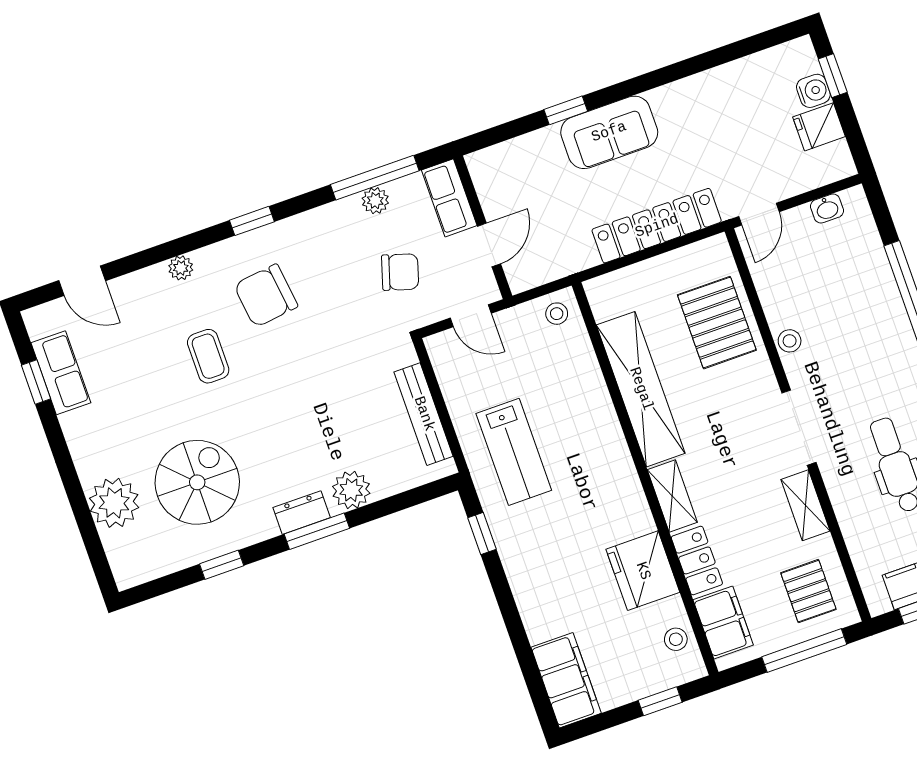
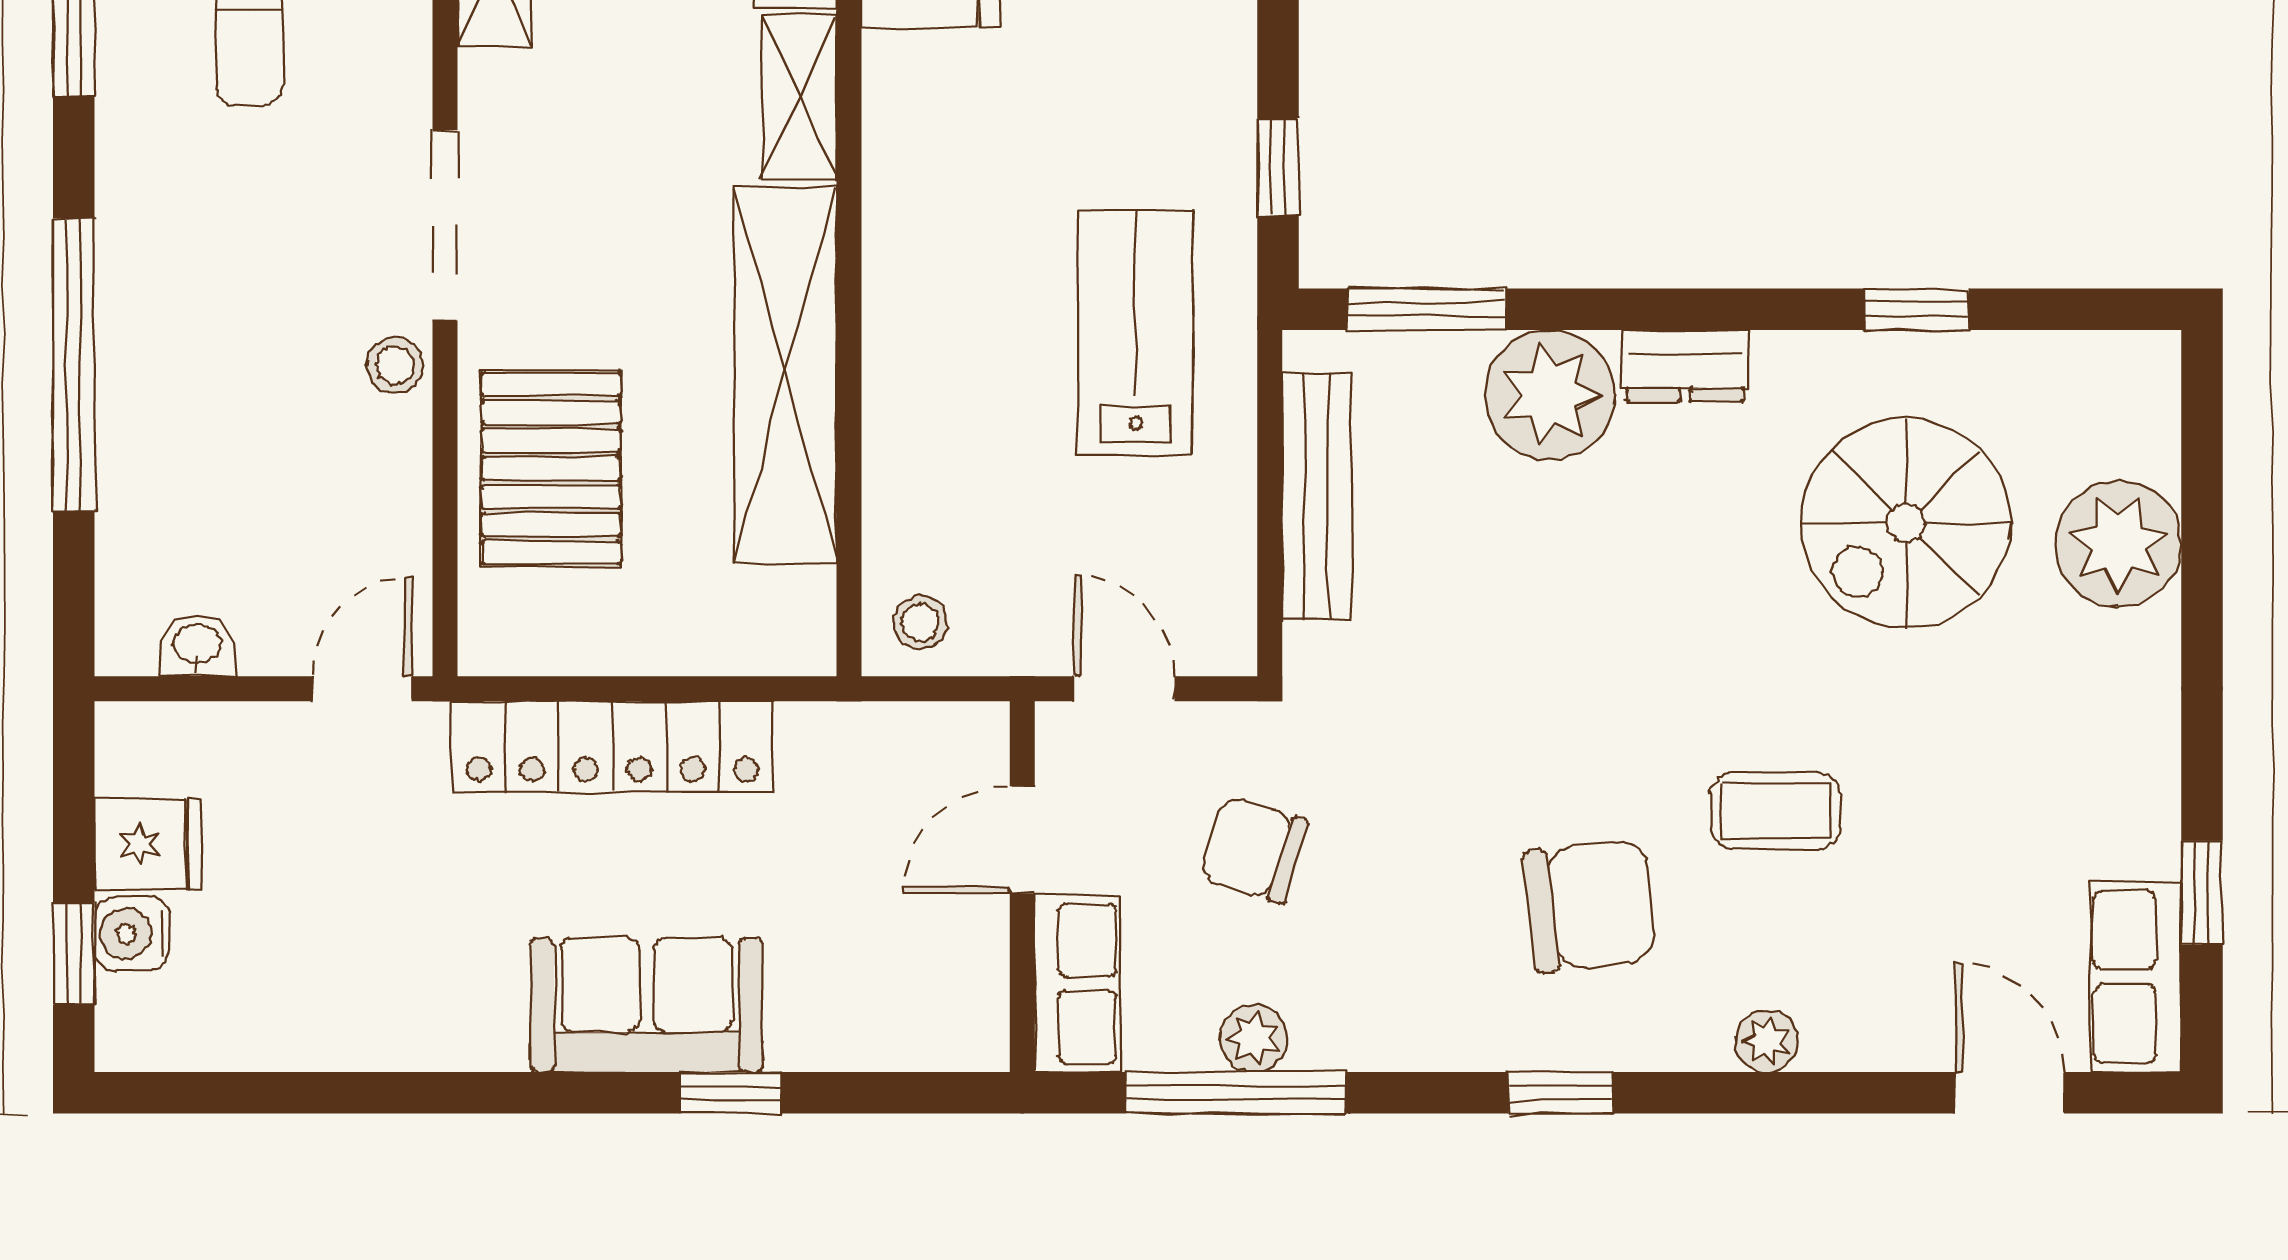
coffee table: (208, 356) -> (1776, 811), turned 90
row of seats: (61, 373) -> (2136, 977), moved
doorway: (799, 428) -> (445, 225), moved
plant: (351, 490) -> (1550, 395), width x1.36, depth x1.36
window: (317, 531) -> (1426, 309), moved

